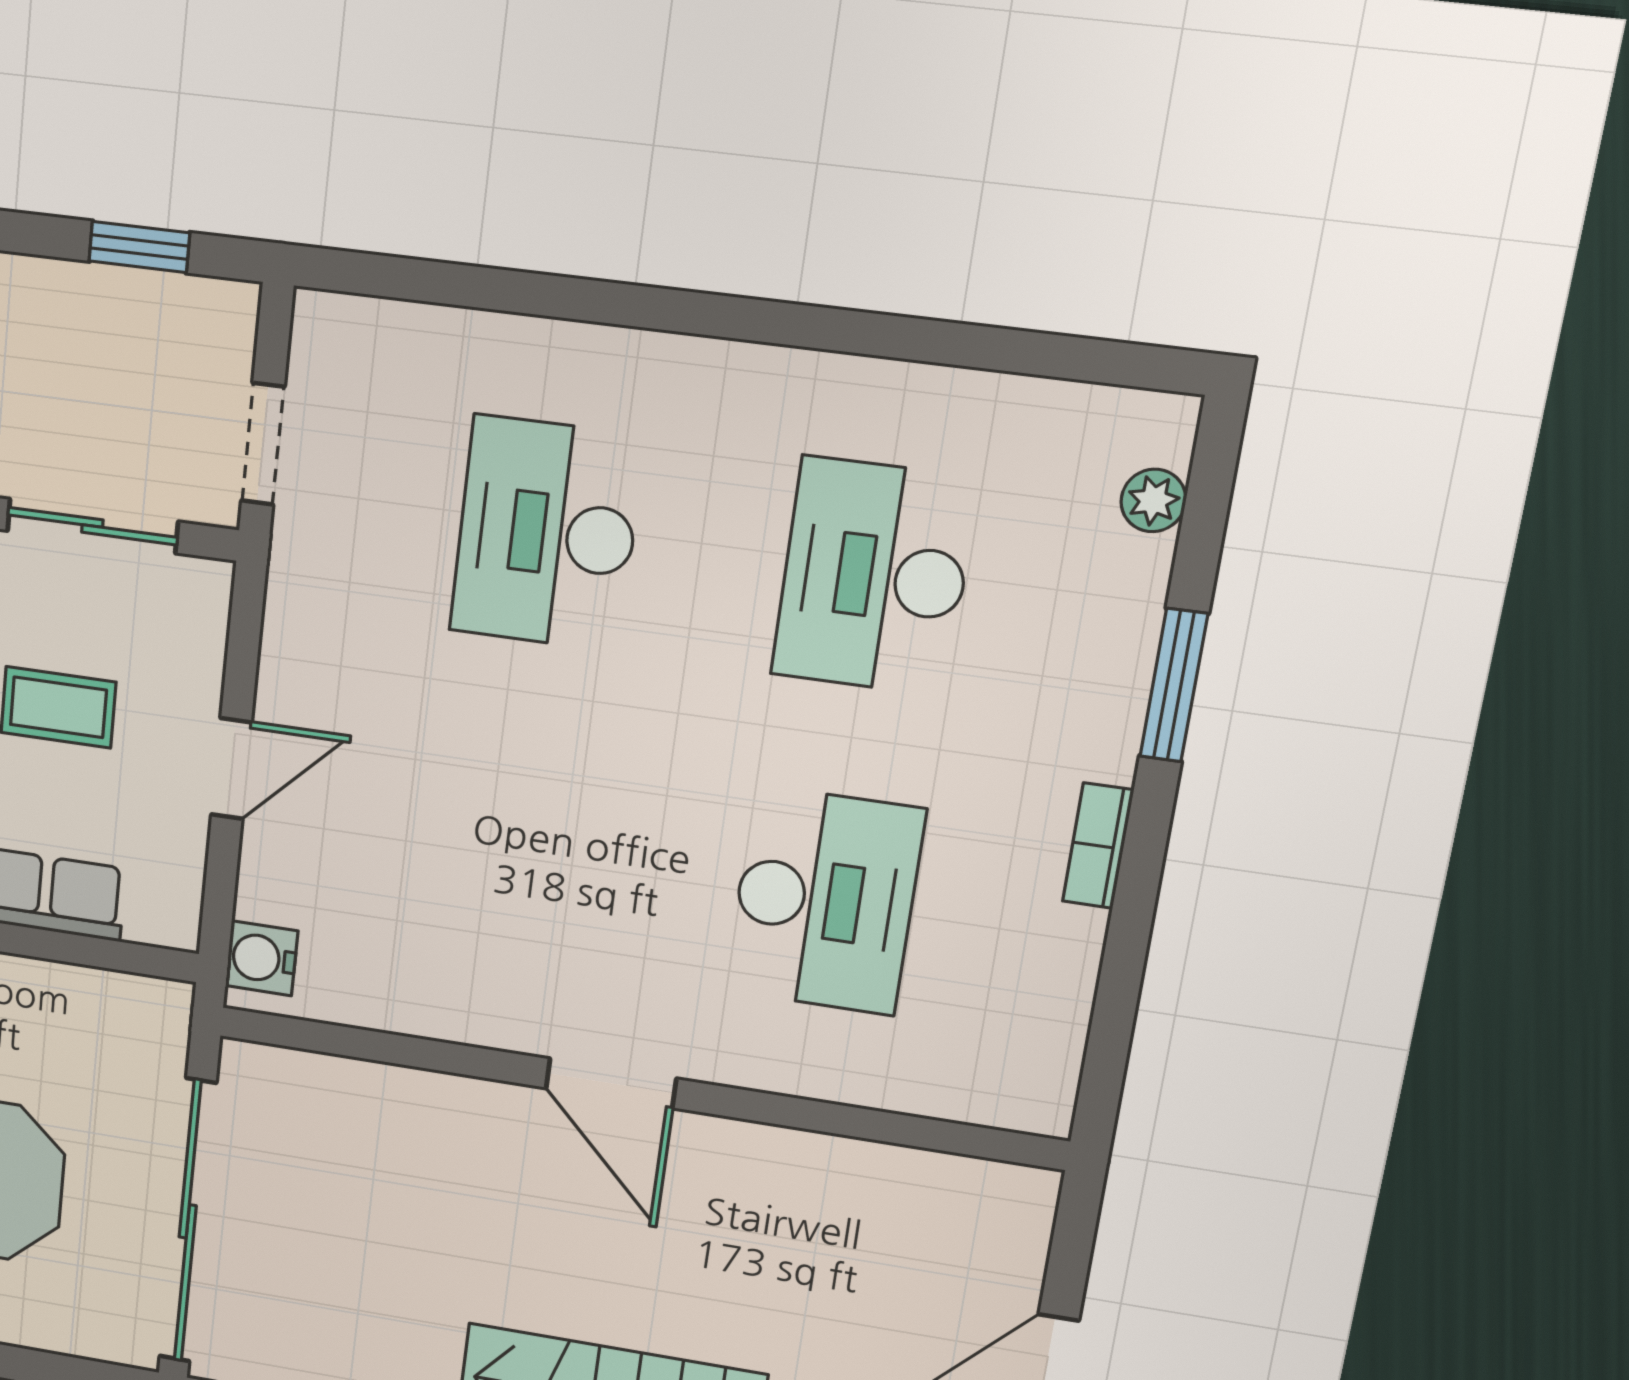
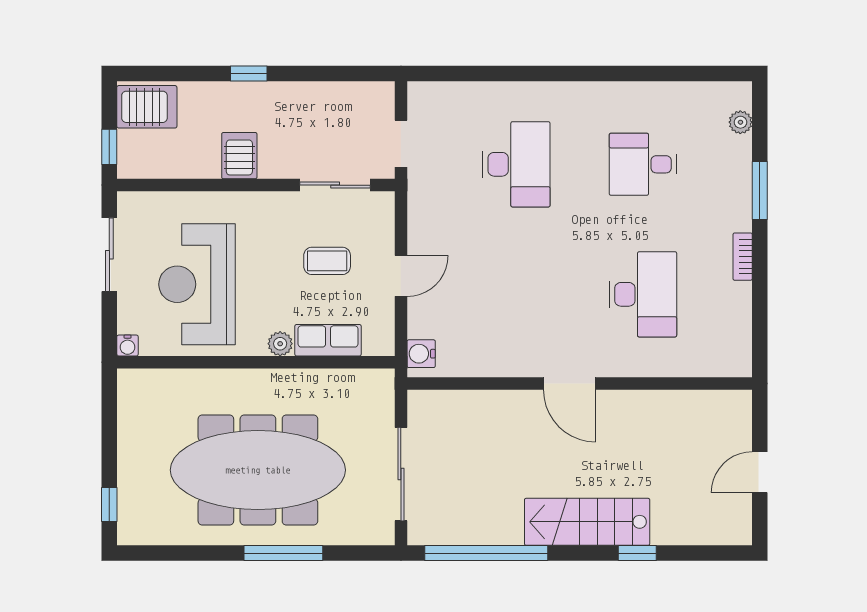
window: (139, 247) -> (345, 74), removed
desk: (547, 534) -> (516, 164), turned 180
desk: (874, 577) -> (643, 164), width x0.73
sliding door: (188, 1221) -> (401, 474), width x0.73

